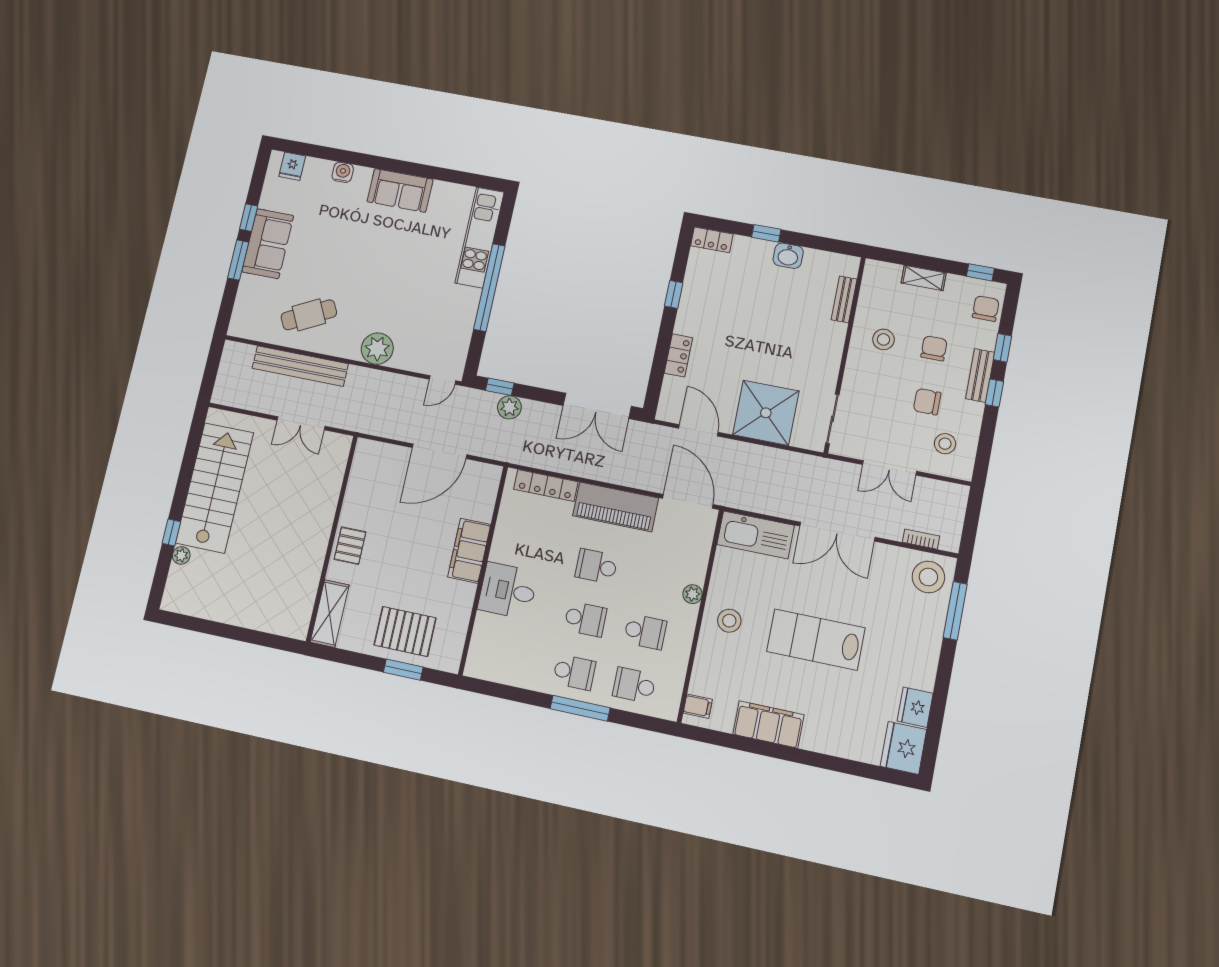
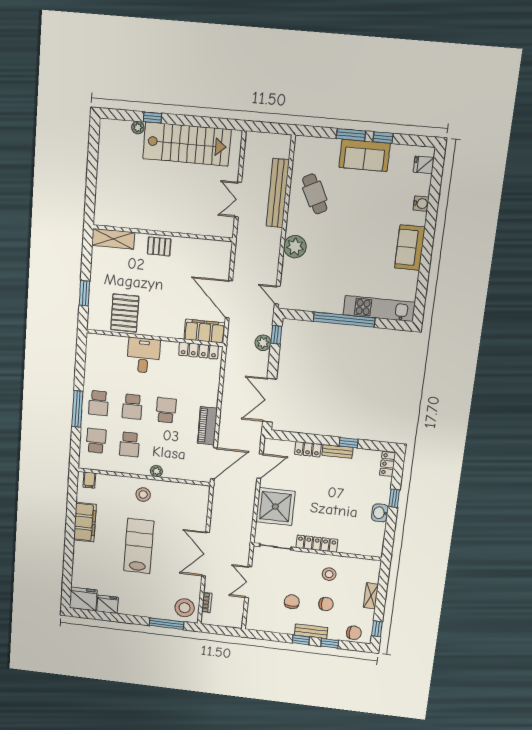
bench: (844, 299) -> (337, 451), moved
locker: (831, 354) -> (317, 544), added
stool: (945, 444) -> (267, 613), removed
locker: (546, 485) -> (199, 351), moved, turned -90
piano: (616, 507) -> (207, 426), width x0.73, depth x0.75
kitchen sink: (756, 535) -> (198, 506), removed
filing cabinet: (469, 551) -> (205, 331), moved
pallet: (405, 631) -> (125, 313), moved

